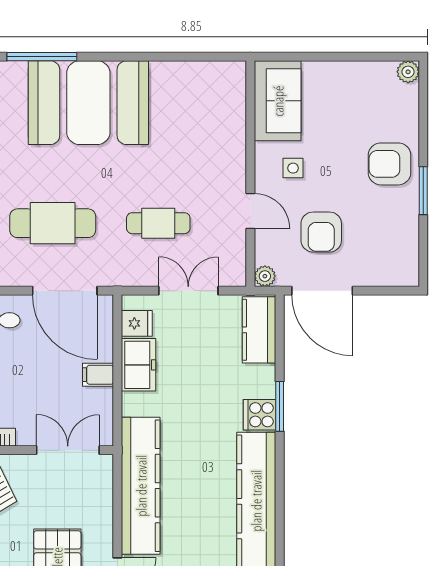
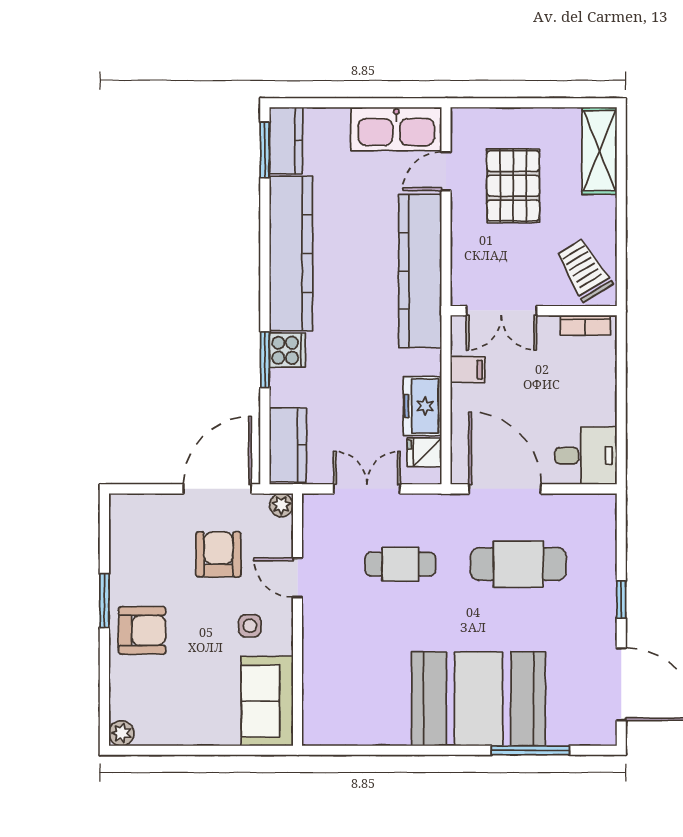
double door: (188, 291) -> (367, 489), swing flipped
door: (322, 291) -> (217, 489), hinge flipped
filing cabinet: (98, 375) -> (468, 370), moved

